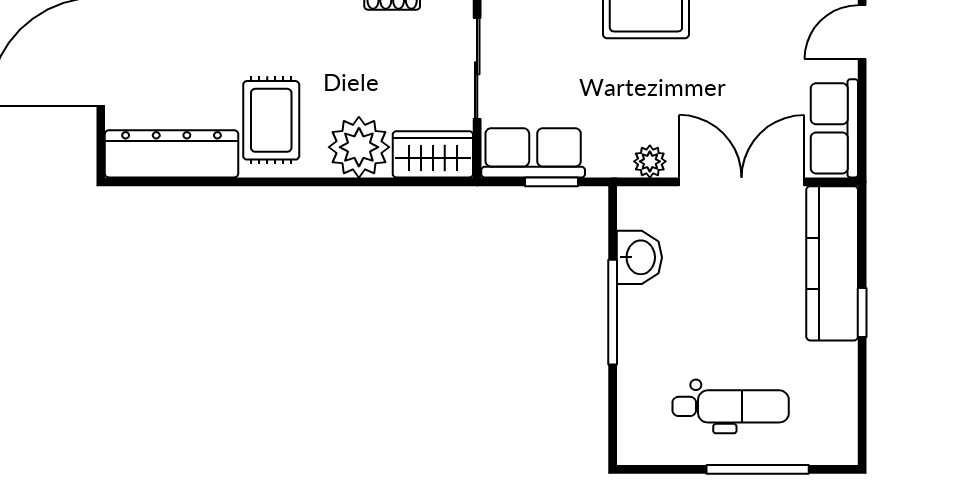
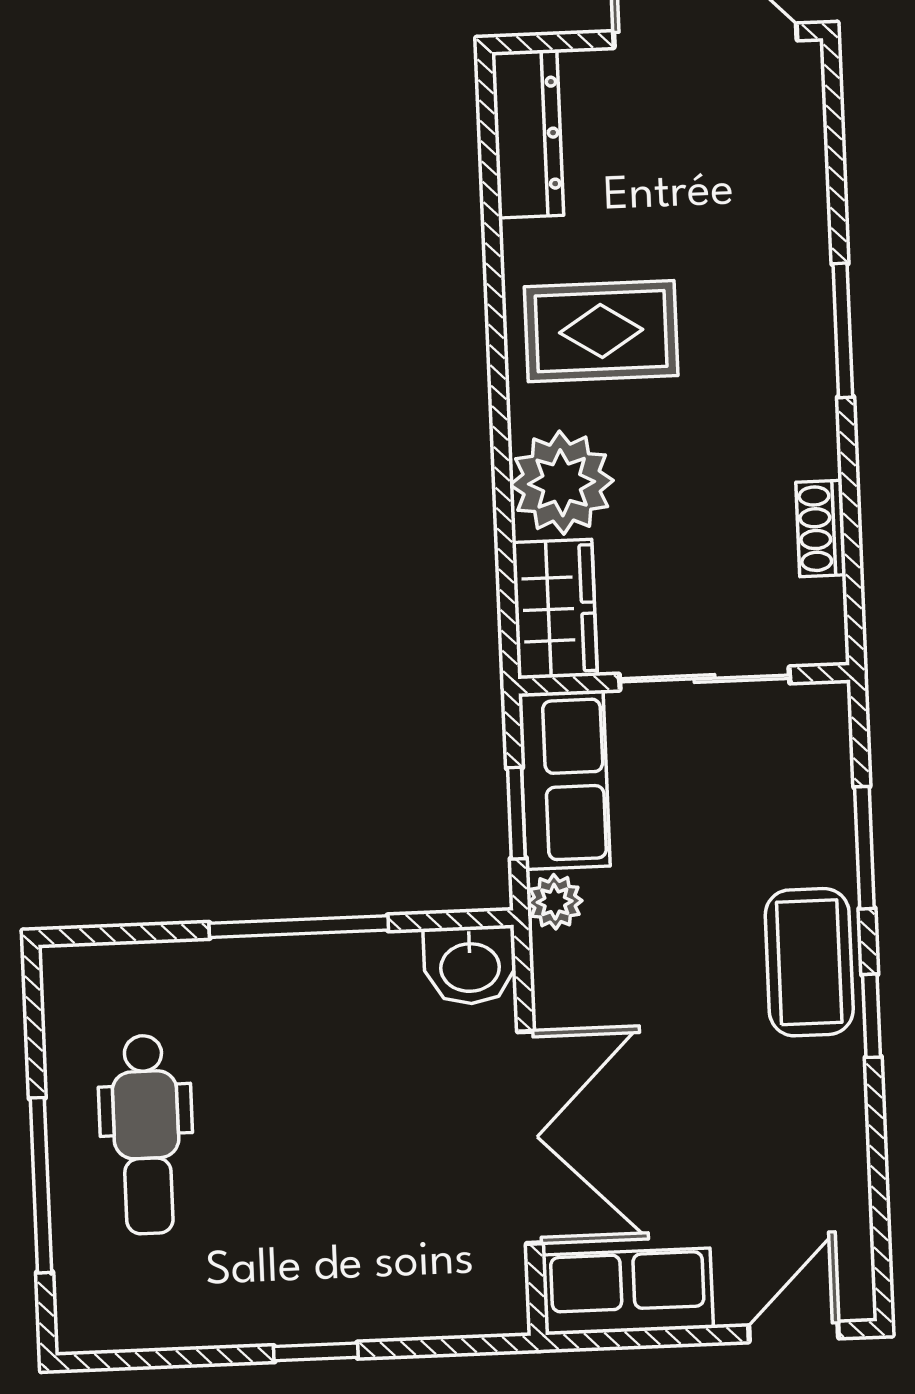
door: (862, 32) -> (794, 1332), hinge flipped
dresser: (172, 154) -> (528, 134), width x0.73, depth x0.80
plant: (650, 161) -> (555, 902), moved
washbasin: (639, 257) -> (470, 965), moved
kitchen counter: (832, 263) -> (397, 1297), removed

